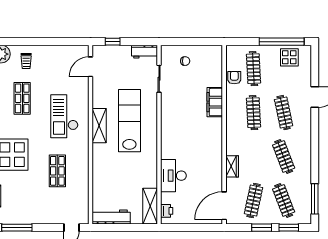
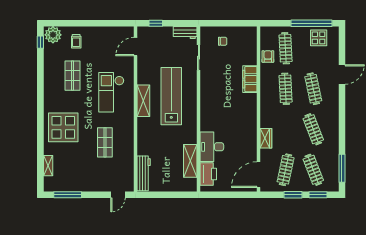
shelving: (150, 206) -> (190, 161), moved
printer: (167, 211) -> (208, 174), width x1.87, depth x1.48
workbench: (111, 217) -> (144, 173), moved, turned 90

